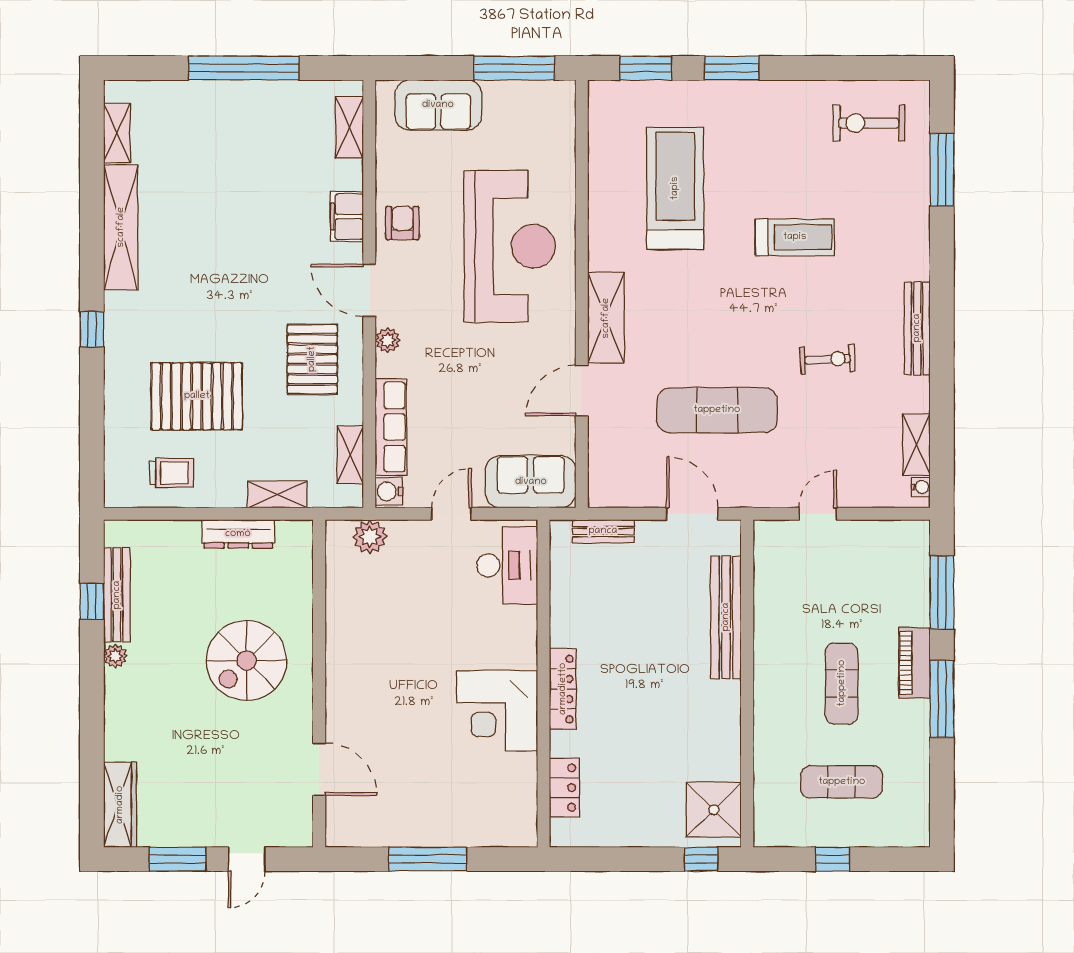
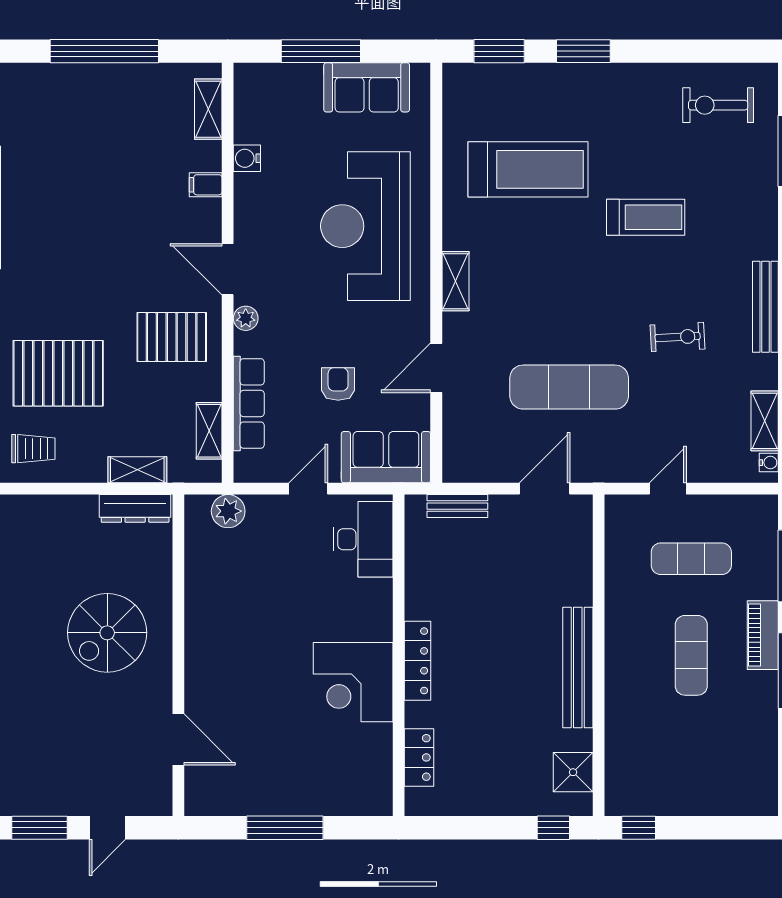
window: (514, 68) -> (321, 51), moved
sofa: (438, 105) -> (367, 87), moved
treadmill: (675, 188) -> (528, 169), turned 90
filing cabinet: (347, 217) -> (206, 185), width x0.50
armchair: (402, 223) -> (338, 384), moved
reception desk: (510, 246) -> (365, 226), turned 180
shelving: (606, 318) -> (455, 281), width x0.67, depth x0.75
pallet: (312, 359) -> (172, 337), turned 90
water cooler: (389, 491) -> (247, 158), moved
door: (692, 514) -> (545, 489), hinge flipped
dresser: (238, 534) -> (135, 508), moved
bench: (726, 617) -> (578, 668), moved
exercise mat: (842, 782) -> (691, 559), moved
shower: (714, 810) -> (573, 772), width x0.73, depth x0.73
window: (833, 859) -> (639, 828), moved

